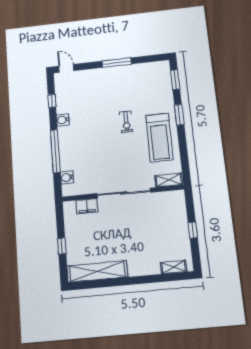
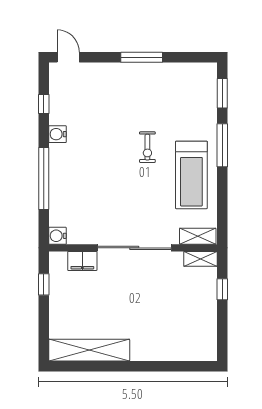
window: (179, 115) -> (222, 145), width x1.44
water cooler: (67, 177) -> (58, 236), moved
window: (193, 230) -> (222, 289), moved
window: (62, 246) -> (44, 284), moved
shelving: (174, 267) -> (201, 259), moved

